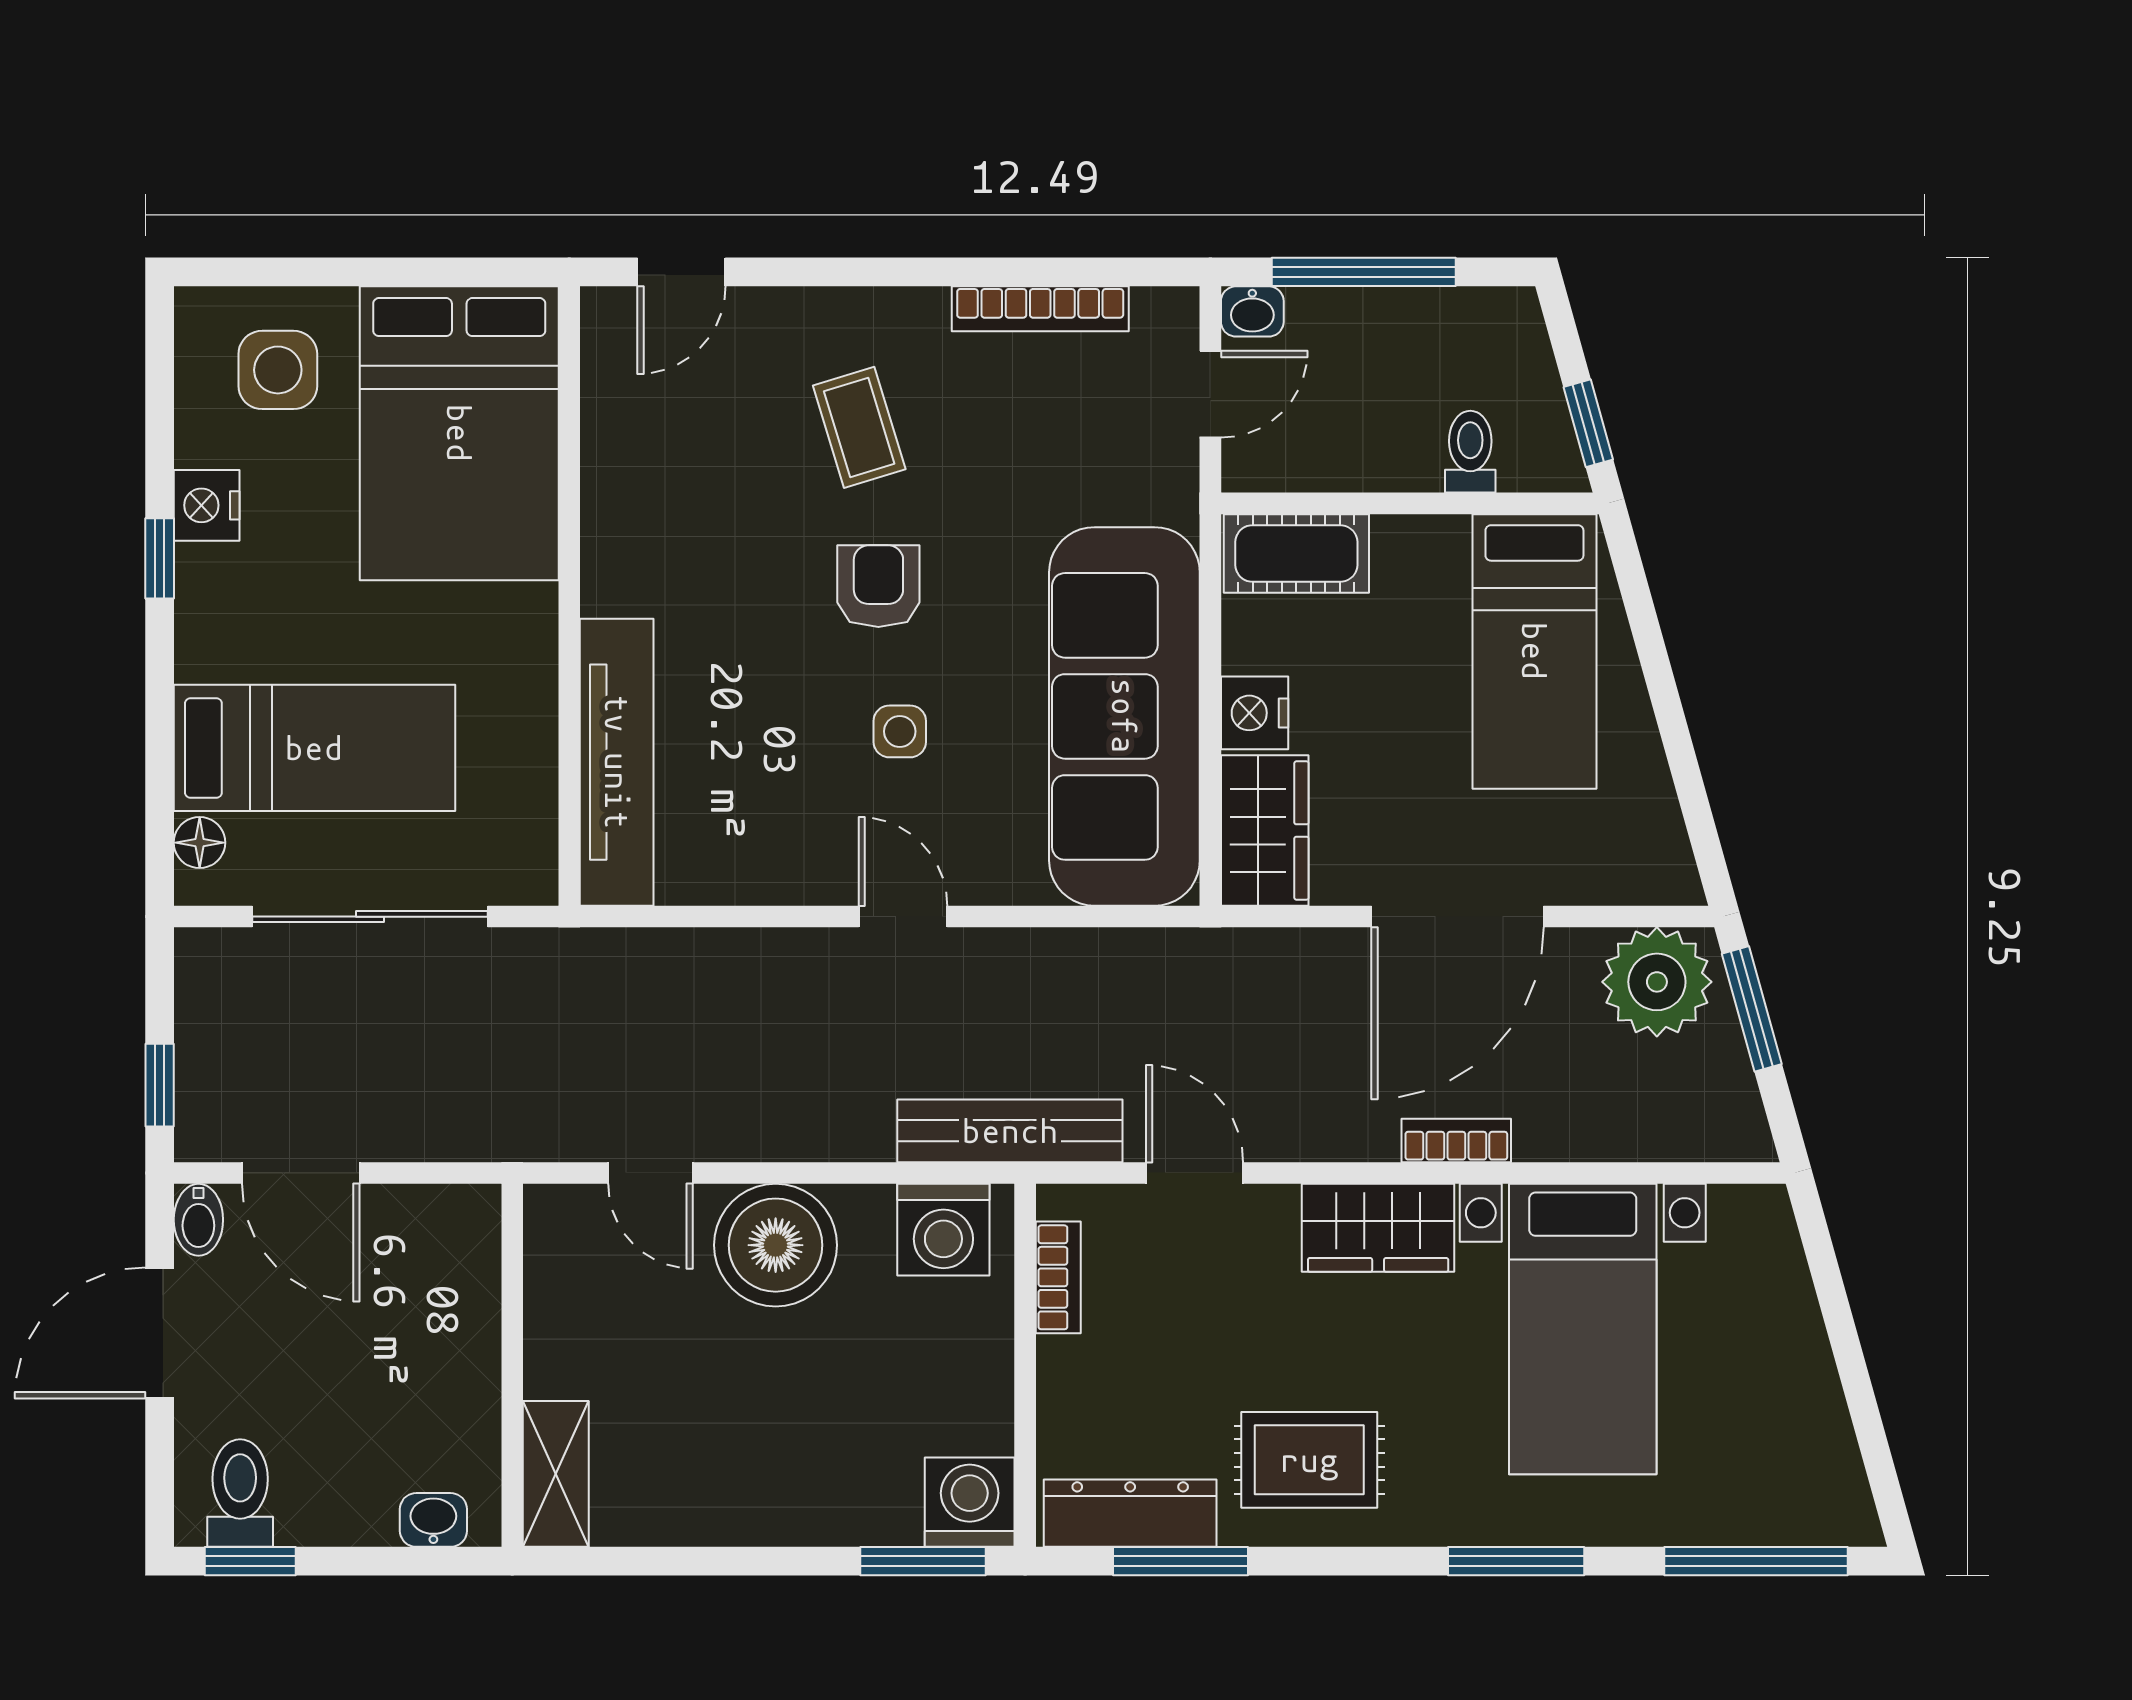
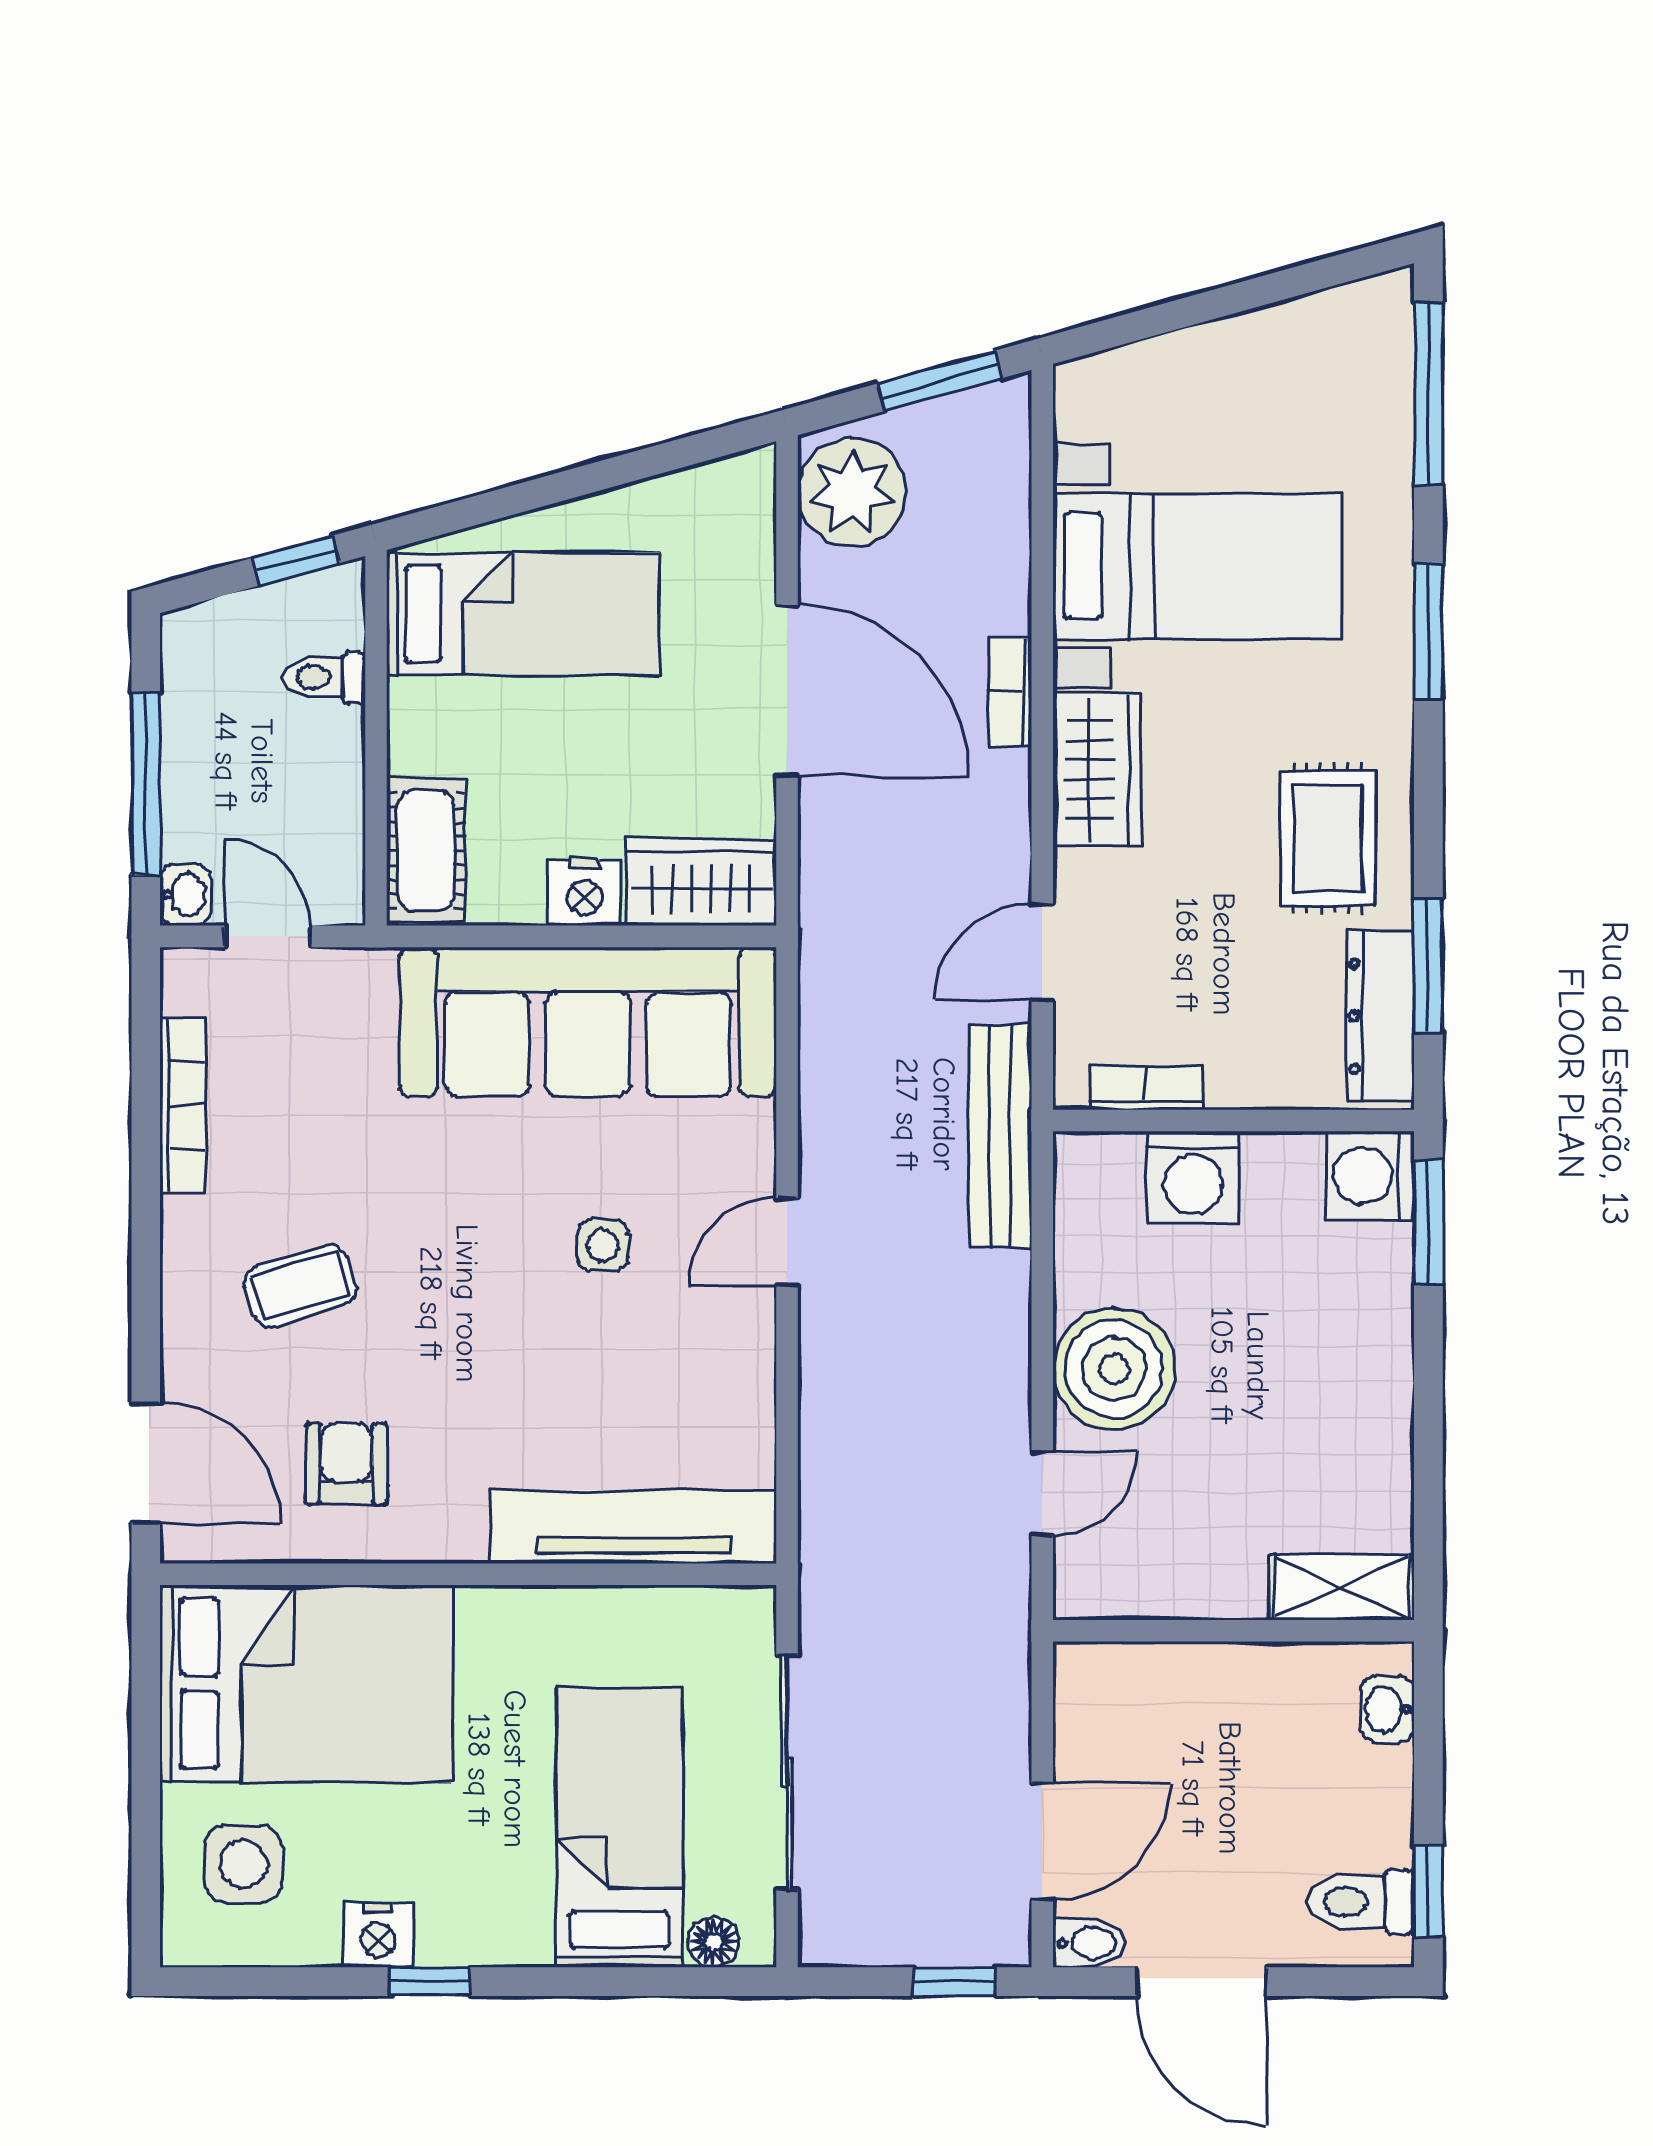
door: (681, 272) -> (146, 1463), width x1.38
armchair: (878, 586) -> (347, 1464), moved, turned 90
window: (1752, 1009) -> (940, 381), moved
washing machine: (943, 1230) -> (1193, 1177), moved, turned 90

